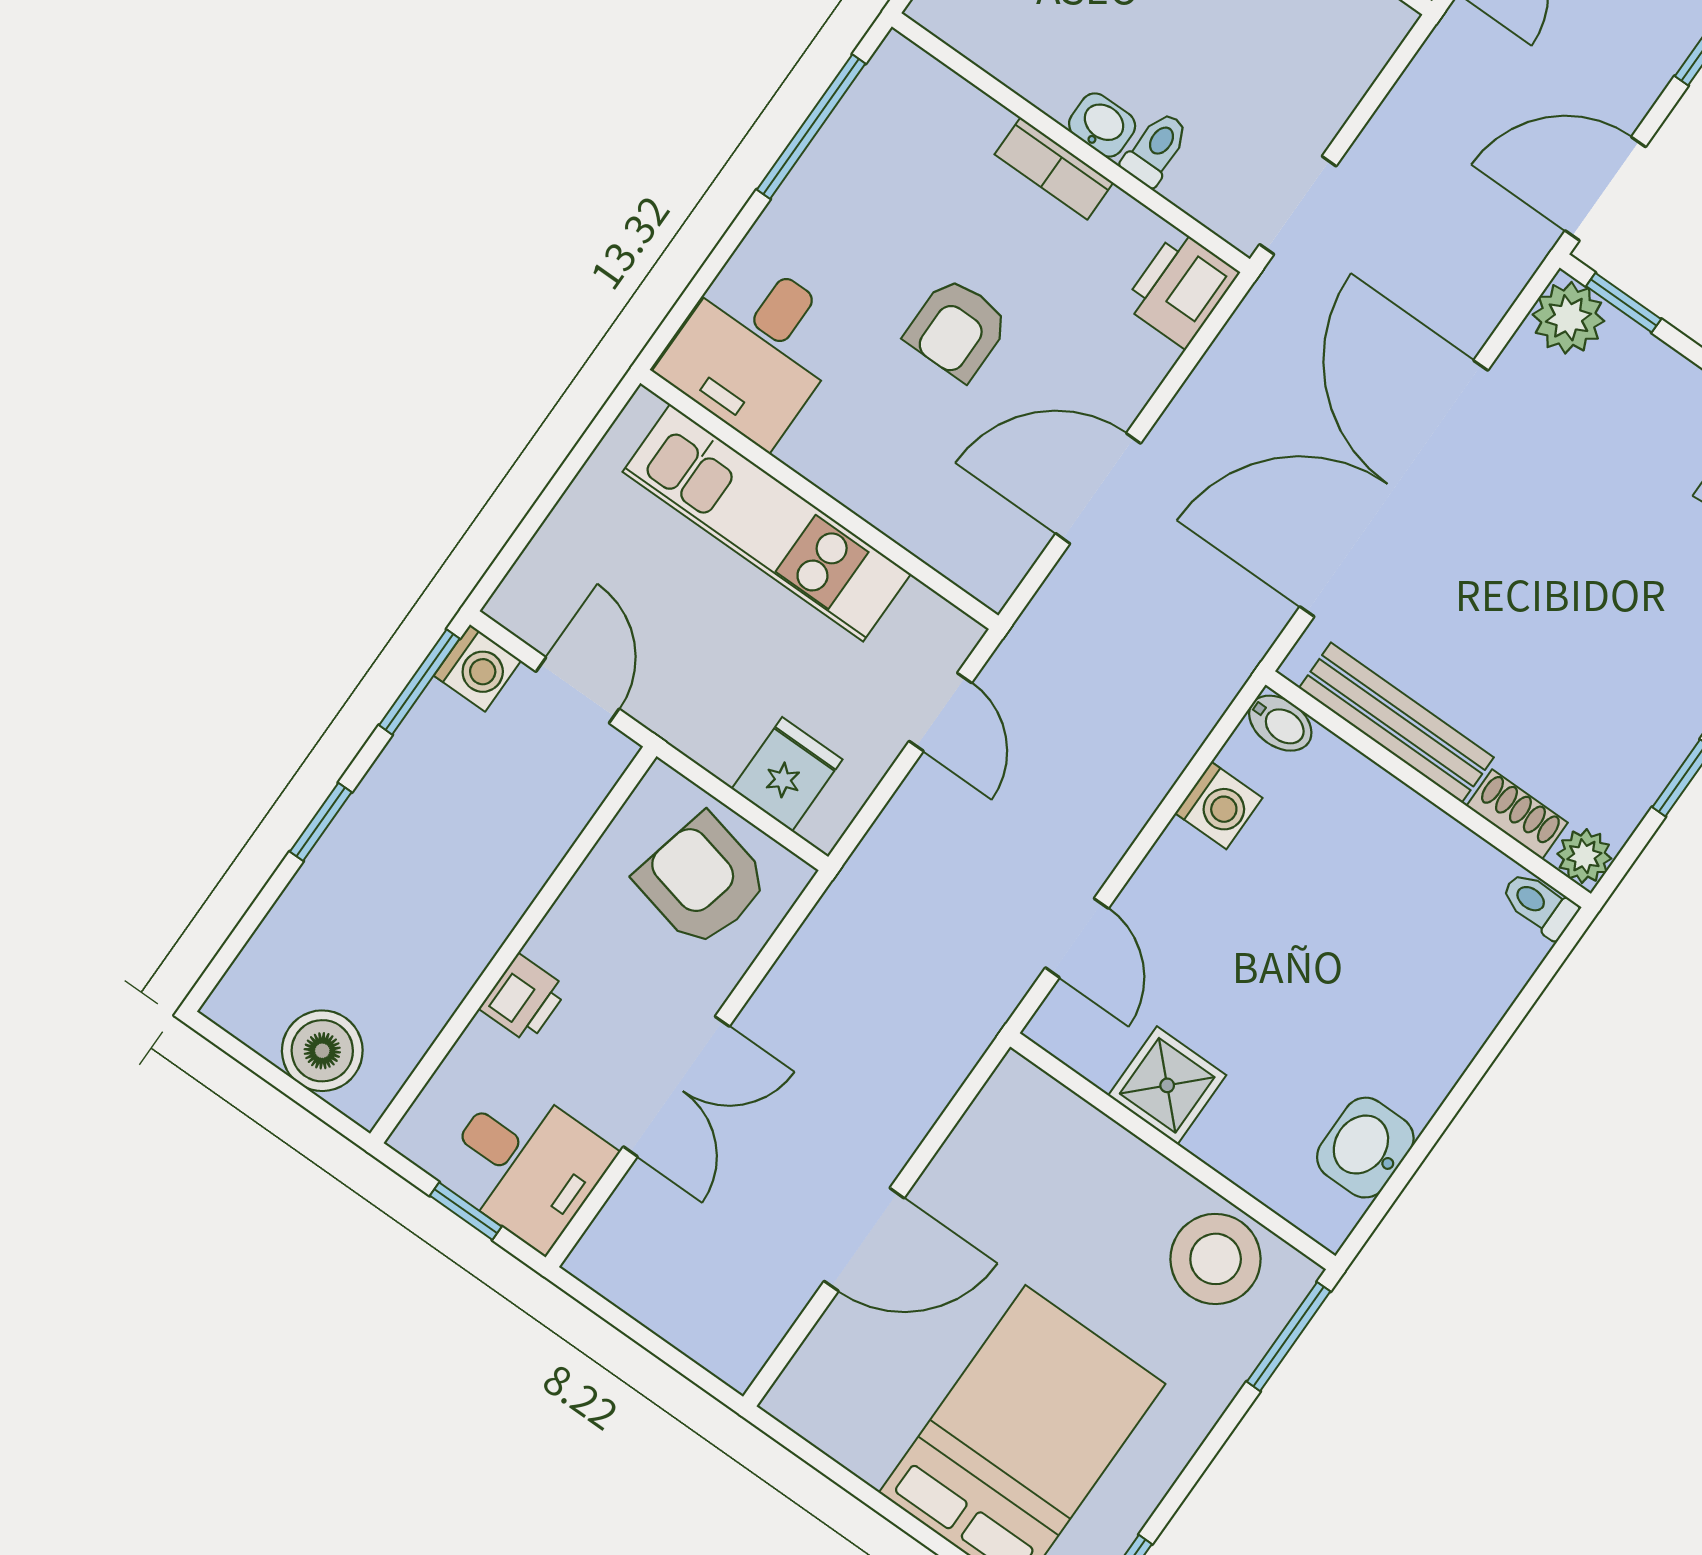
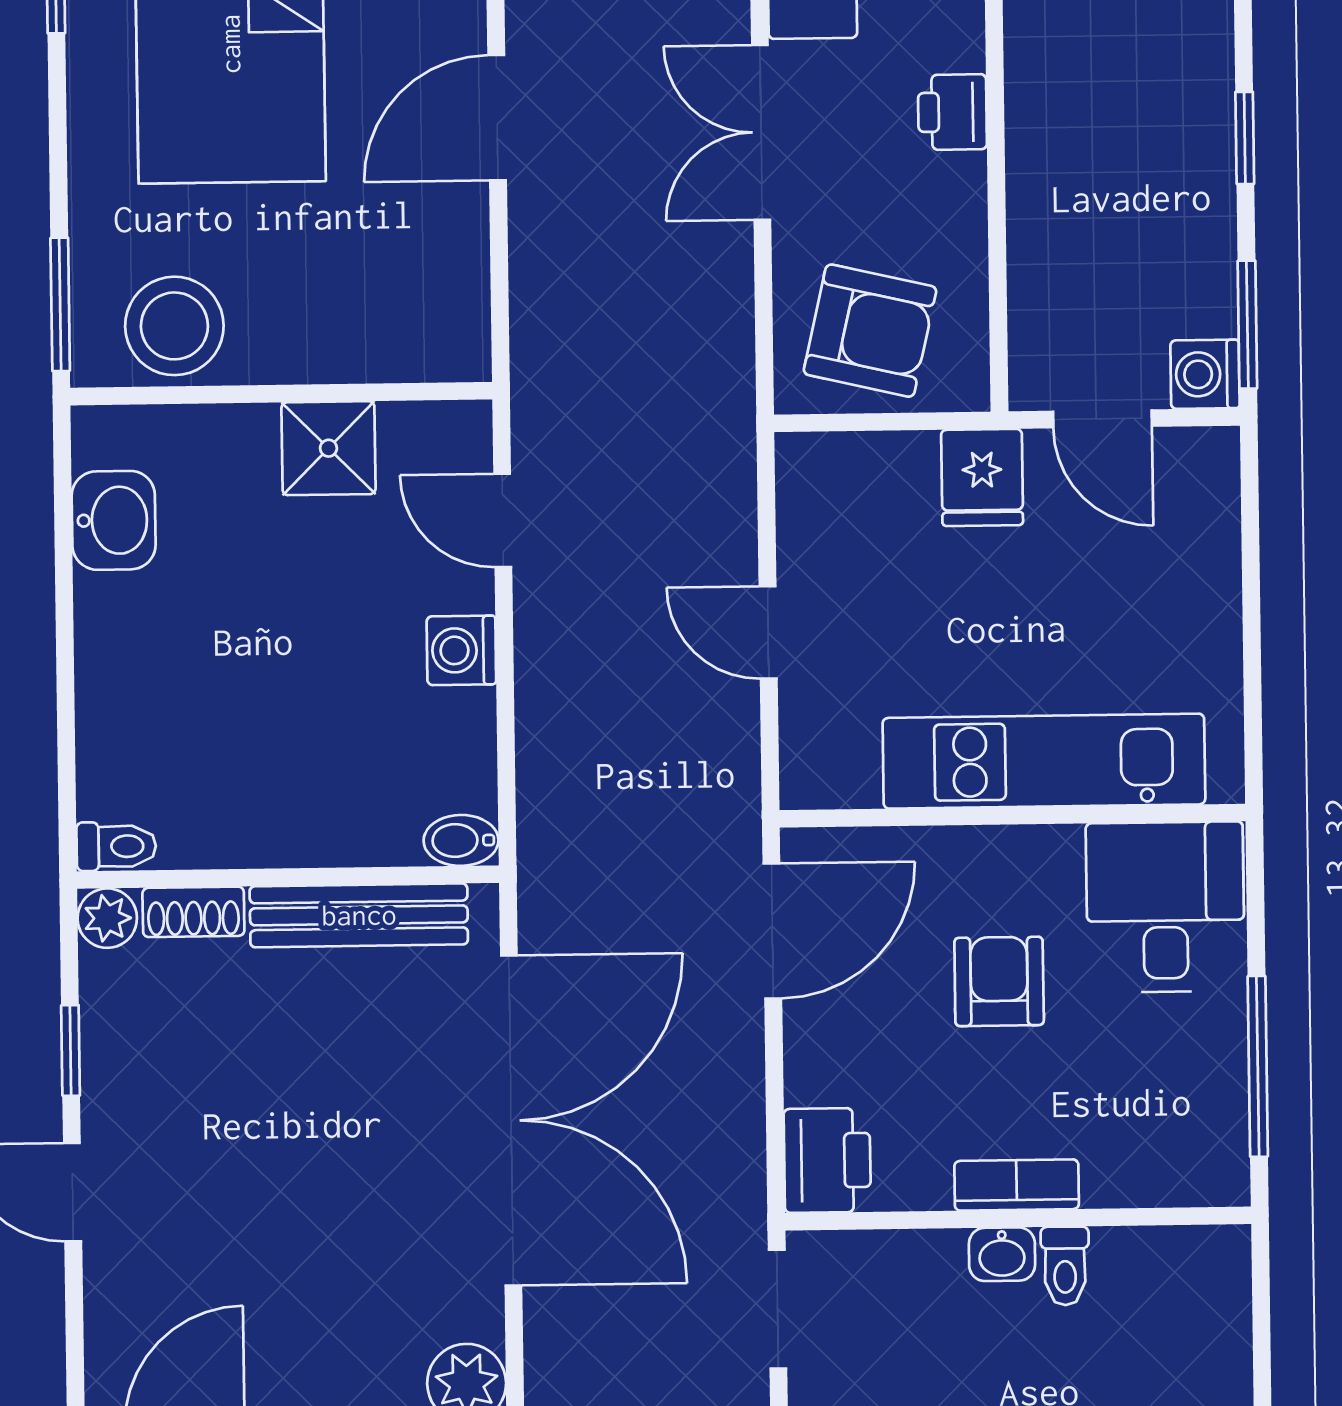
toilet: (1156, 149) -> (1065, 1266), moved
desk: (755, 349) -> (1165, 907), moved
wall: (819, 499) -> (1012, 816), moved
kitchen unit: (767, 523) -> (1044, 761), moved
fridge: (787, 774) -> (982, 477), moved
washing machine: (1219, 806) -> (461, 650), moved

